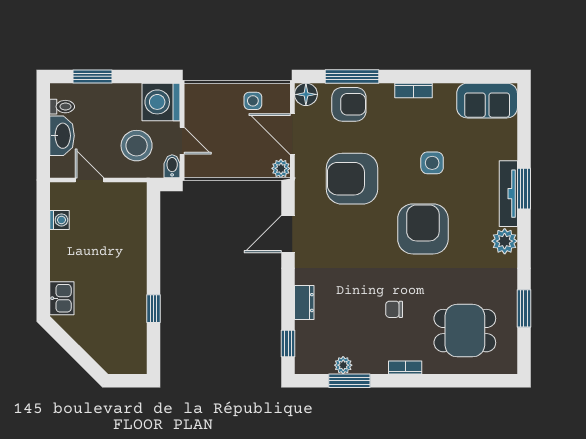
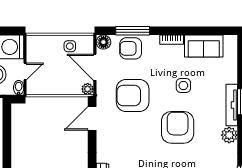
sofa: (487, 101) -> (204, 46), moved
armchair: (349, 104) -> (131, 48), turned 180
door: (182, 141) -> (25, 71), hinge flipped
door: (288, 234) -> (92, 118), moved

